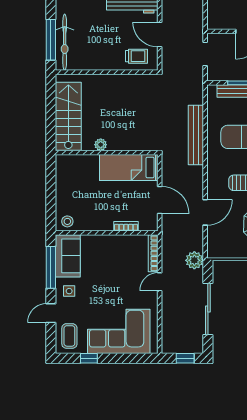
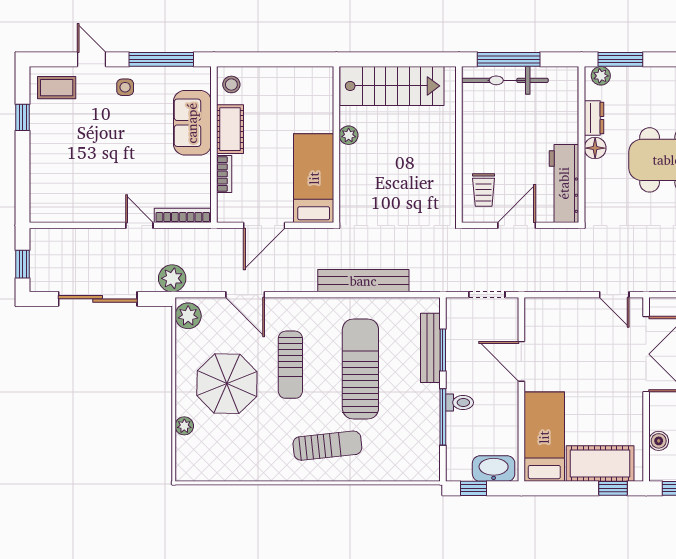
cot: (97, 222) -> (230, 129), added
plant: (219, 250) -> (188, 316), added
sofa: (68, 256) -> (192, 123), moved, turned 90
corner sofa: (119, 331) -> (63, 163), removed

